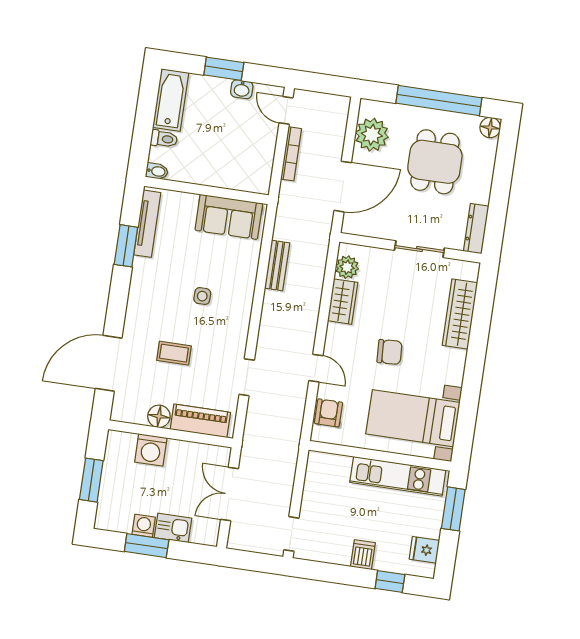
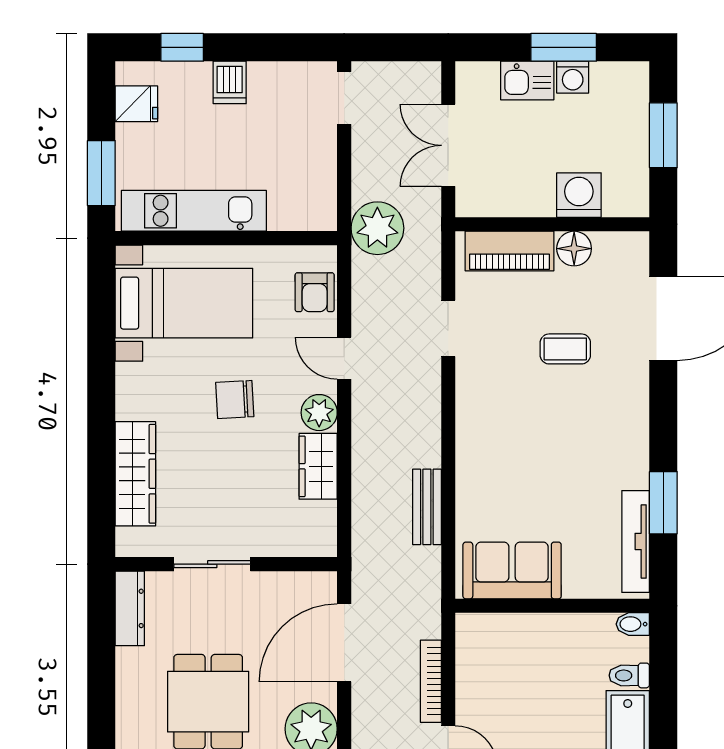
plant: (347, 267) -> (319, 413), moved
side table: (202, 296) -> (535, 443), removed
plant: (282, 448) -> (377, 228), added
double door: (229, 494) -> (448, 145), swing flipped

